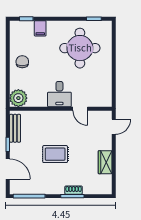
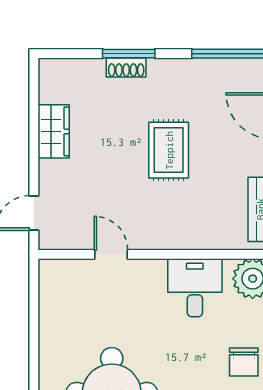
desk: (59, 94) -> (195, 288), moved
rug: (55, 154) -> (169, 150), turned 90

